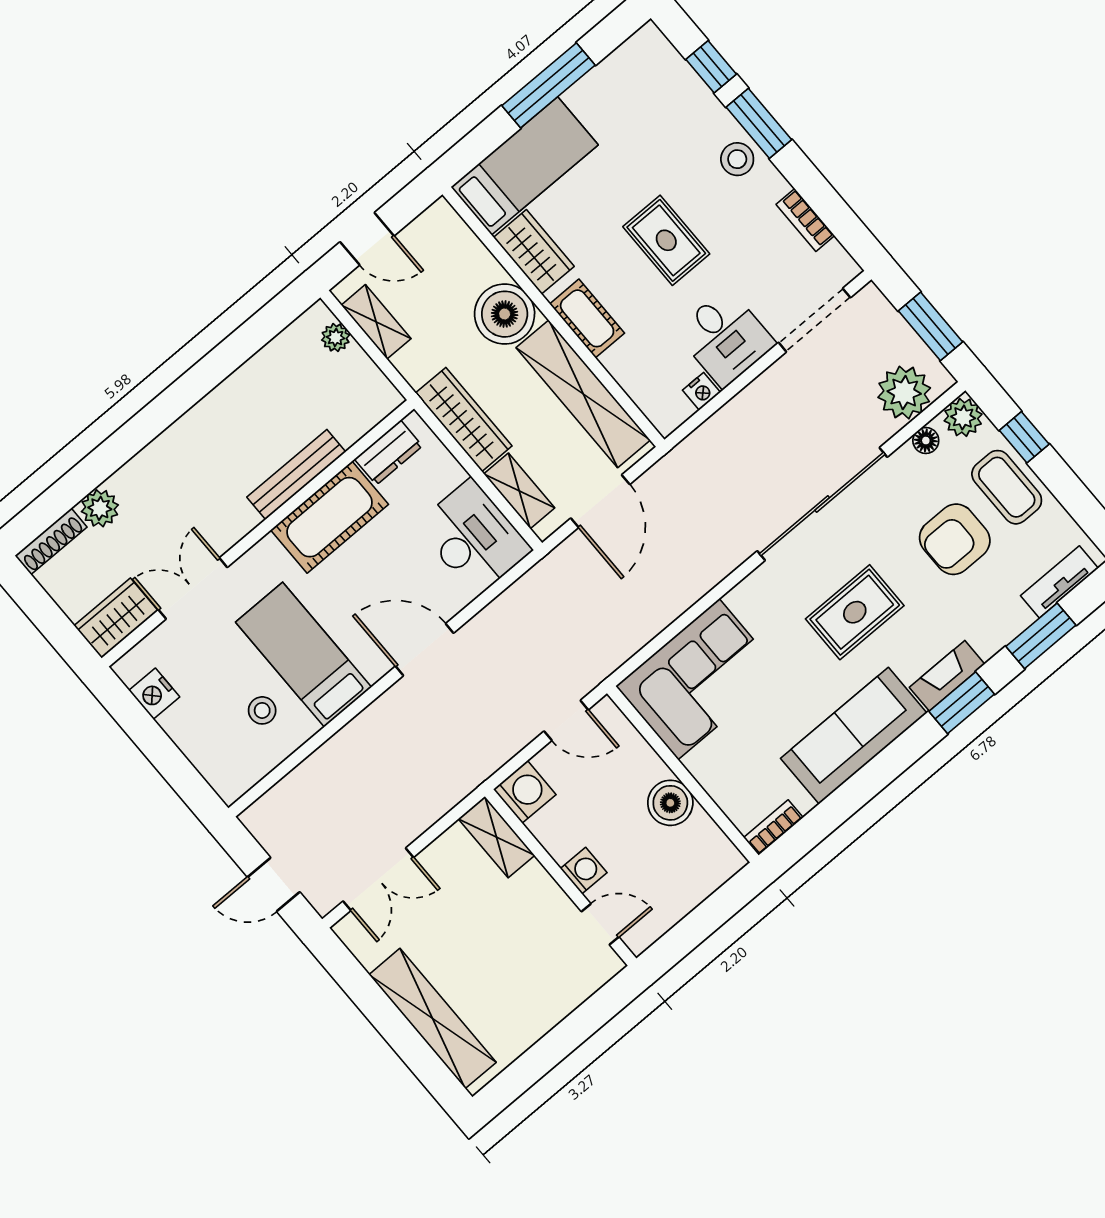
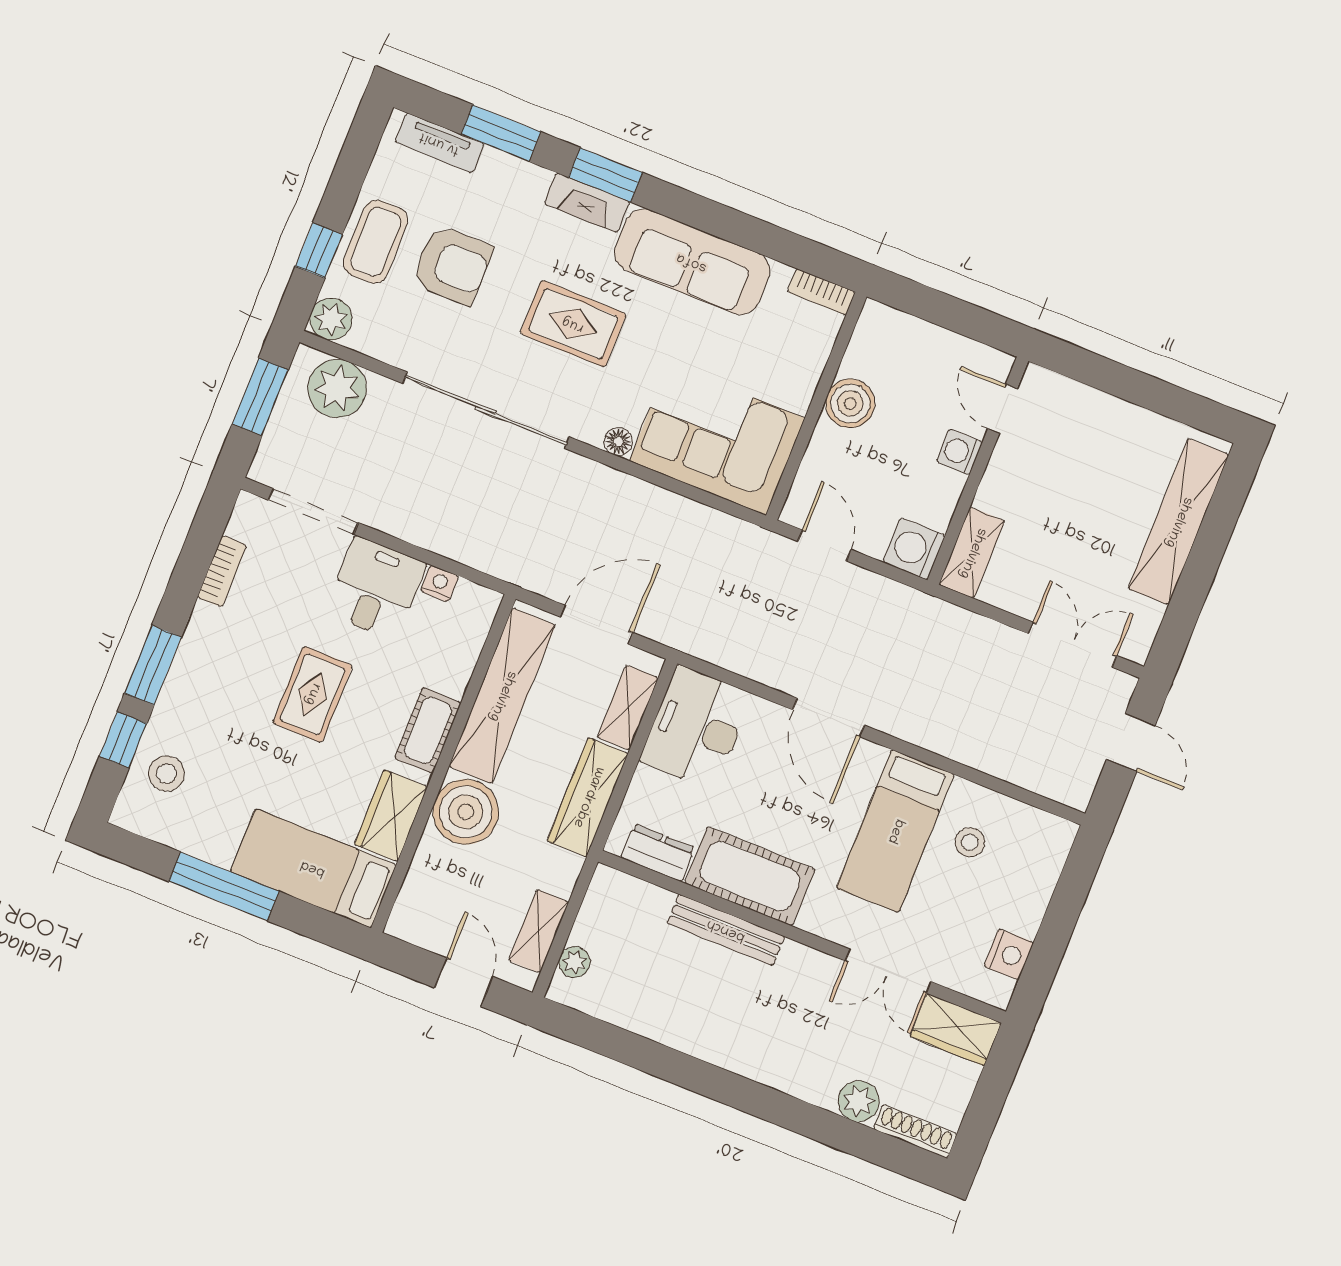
stool: (737, 159) -> (167, 774), moved
floor lamp: (926, 441) -> (618, 442), moved

